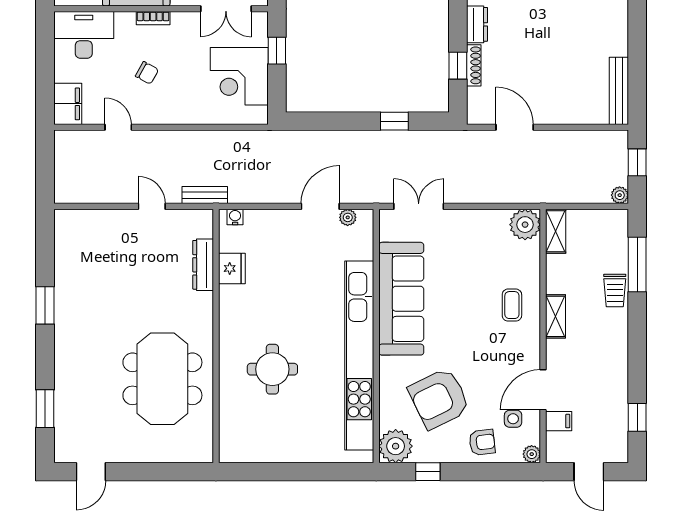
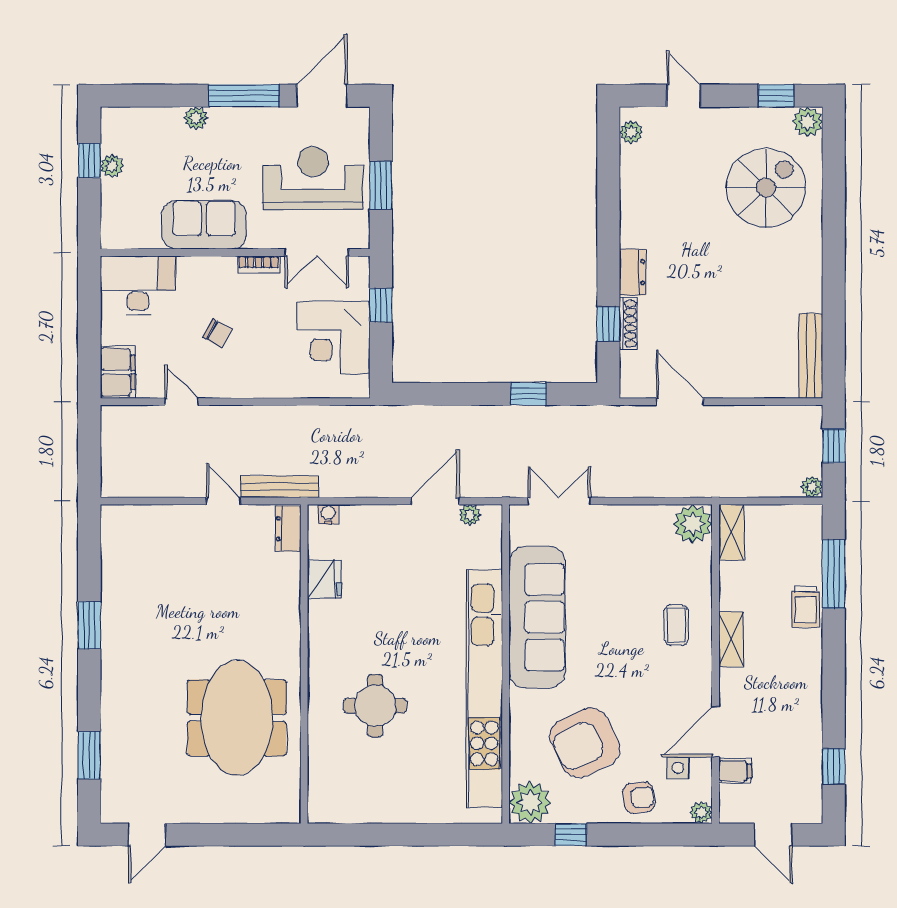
bookcase: (153, 18) -> (259, 264), moved
bench: (205, 195) -> (280, 487), width x1.36
dresser: (203, 265) -> (288, 529), moved, width x0.70

